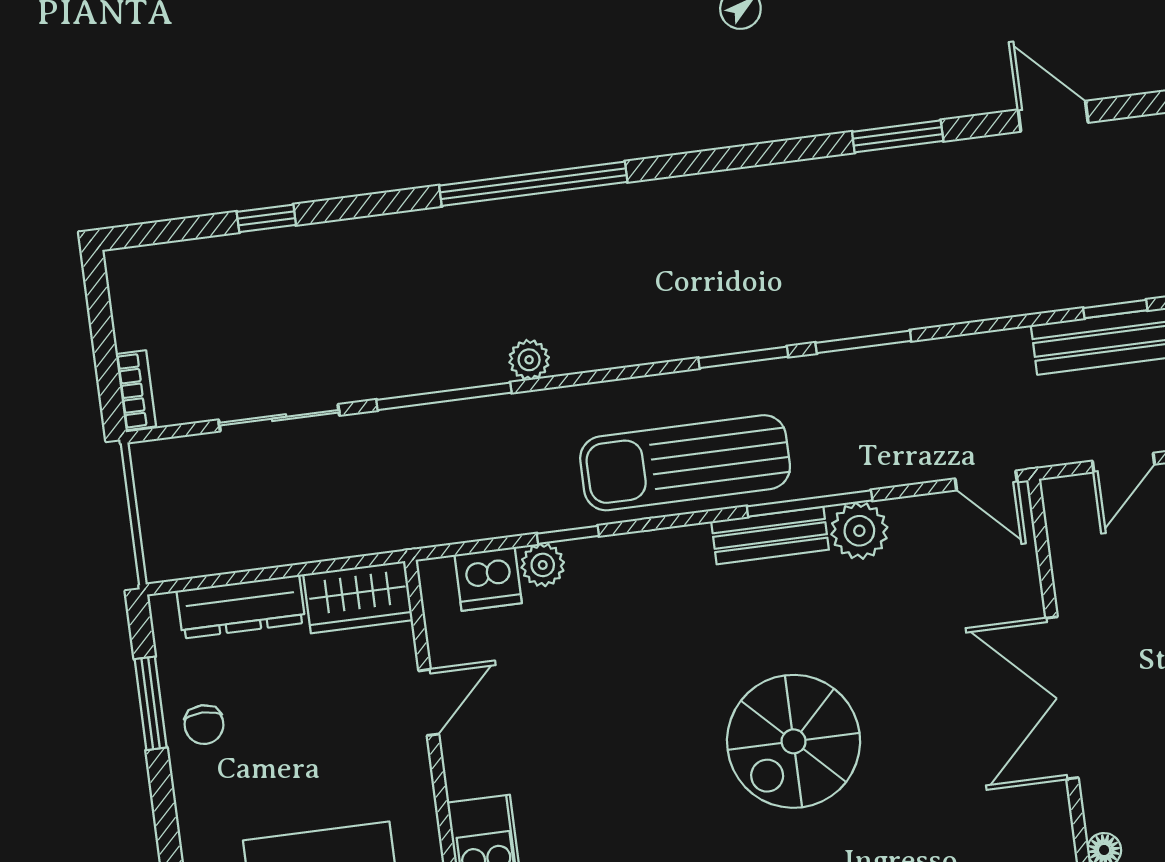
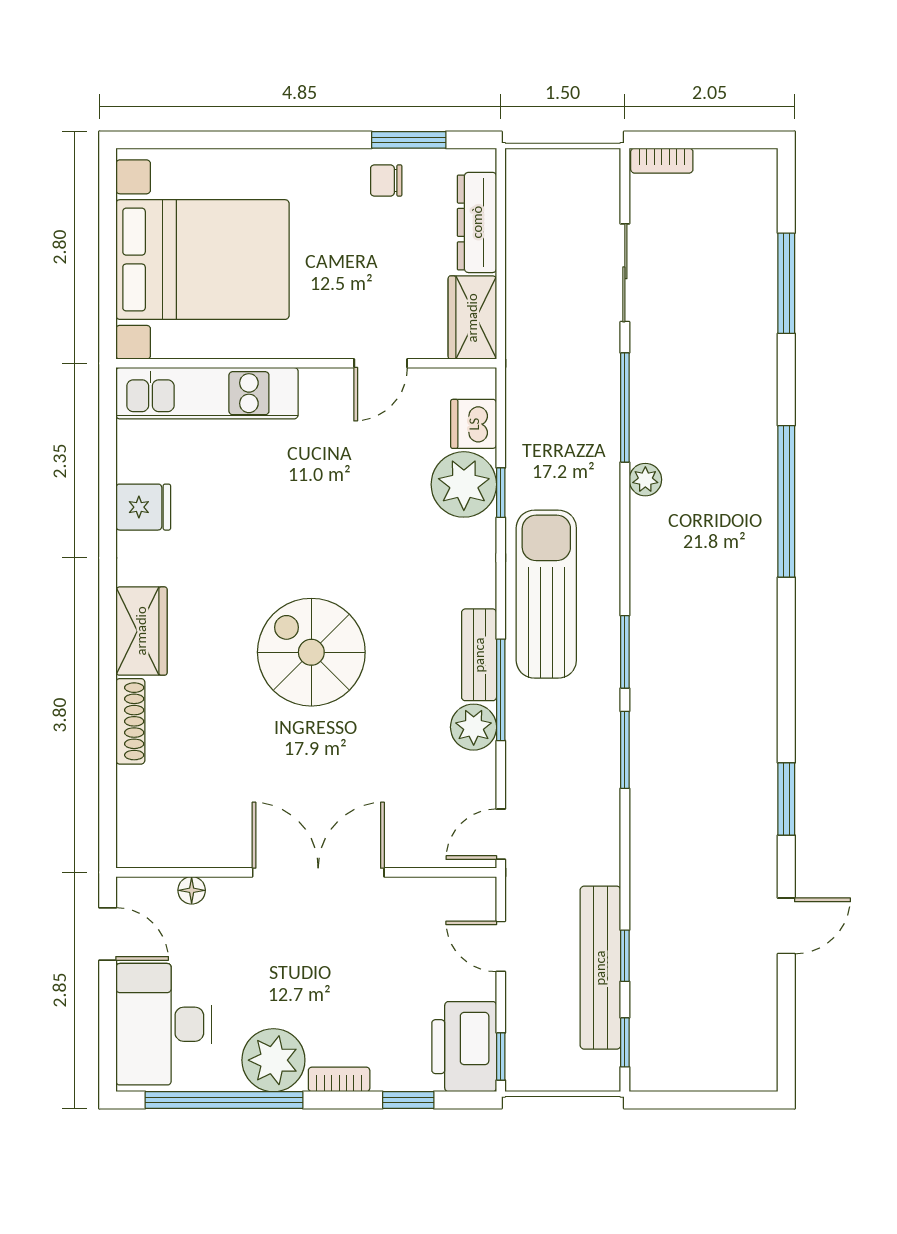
window: (266, 218) -> (786, 283), width x2.17
plant: (543, 565) -> (464, 484), width x1.87, depth x1.87
door: (429, 702) -> (381, 363), hinge flipped

